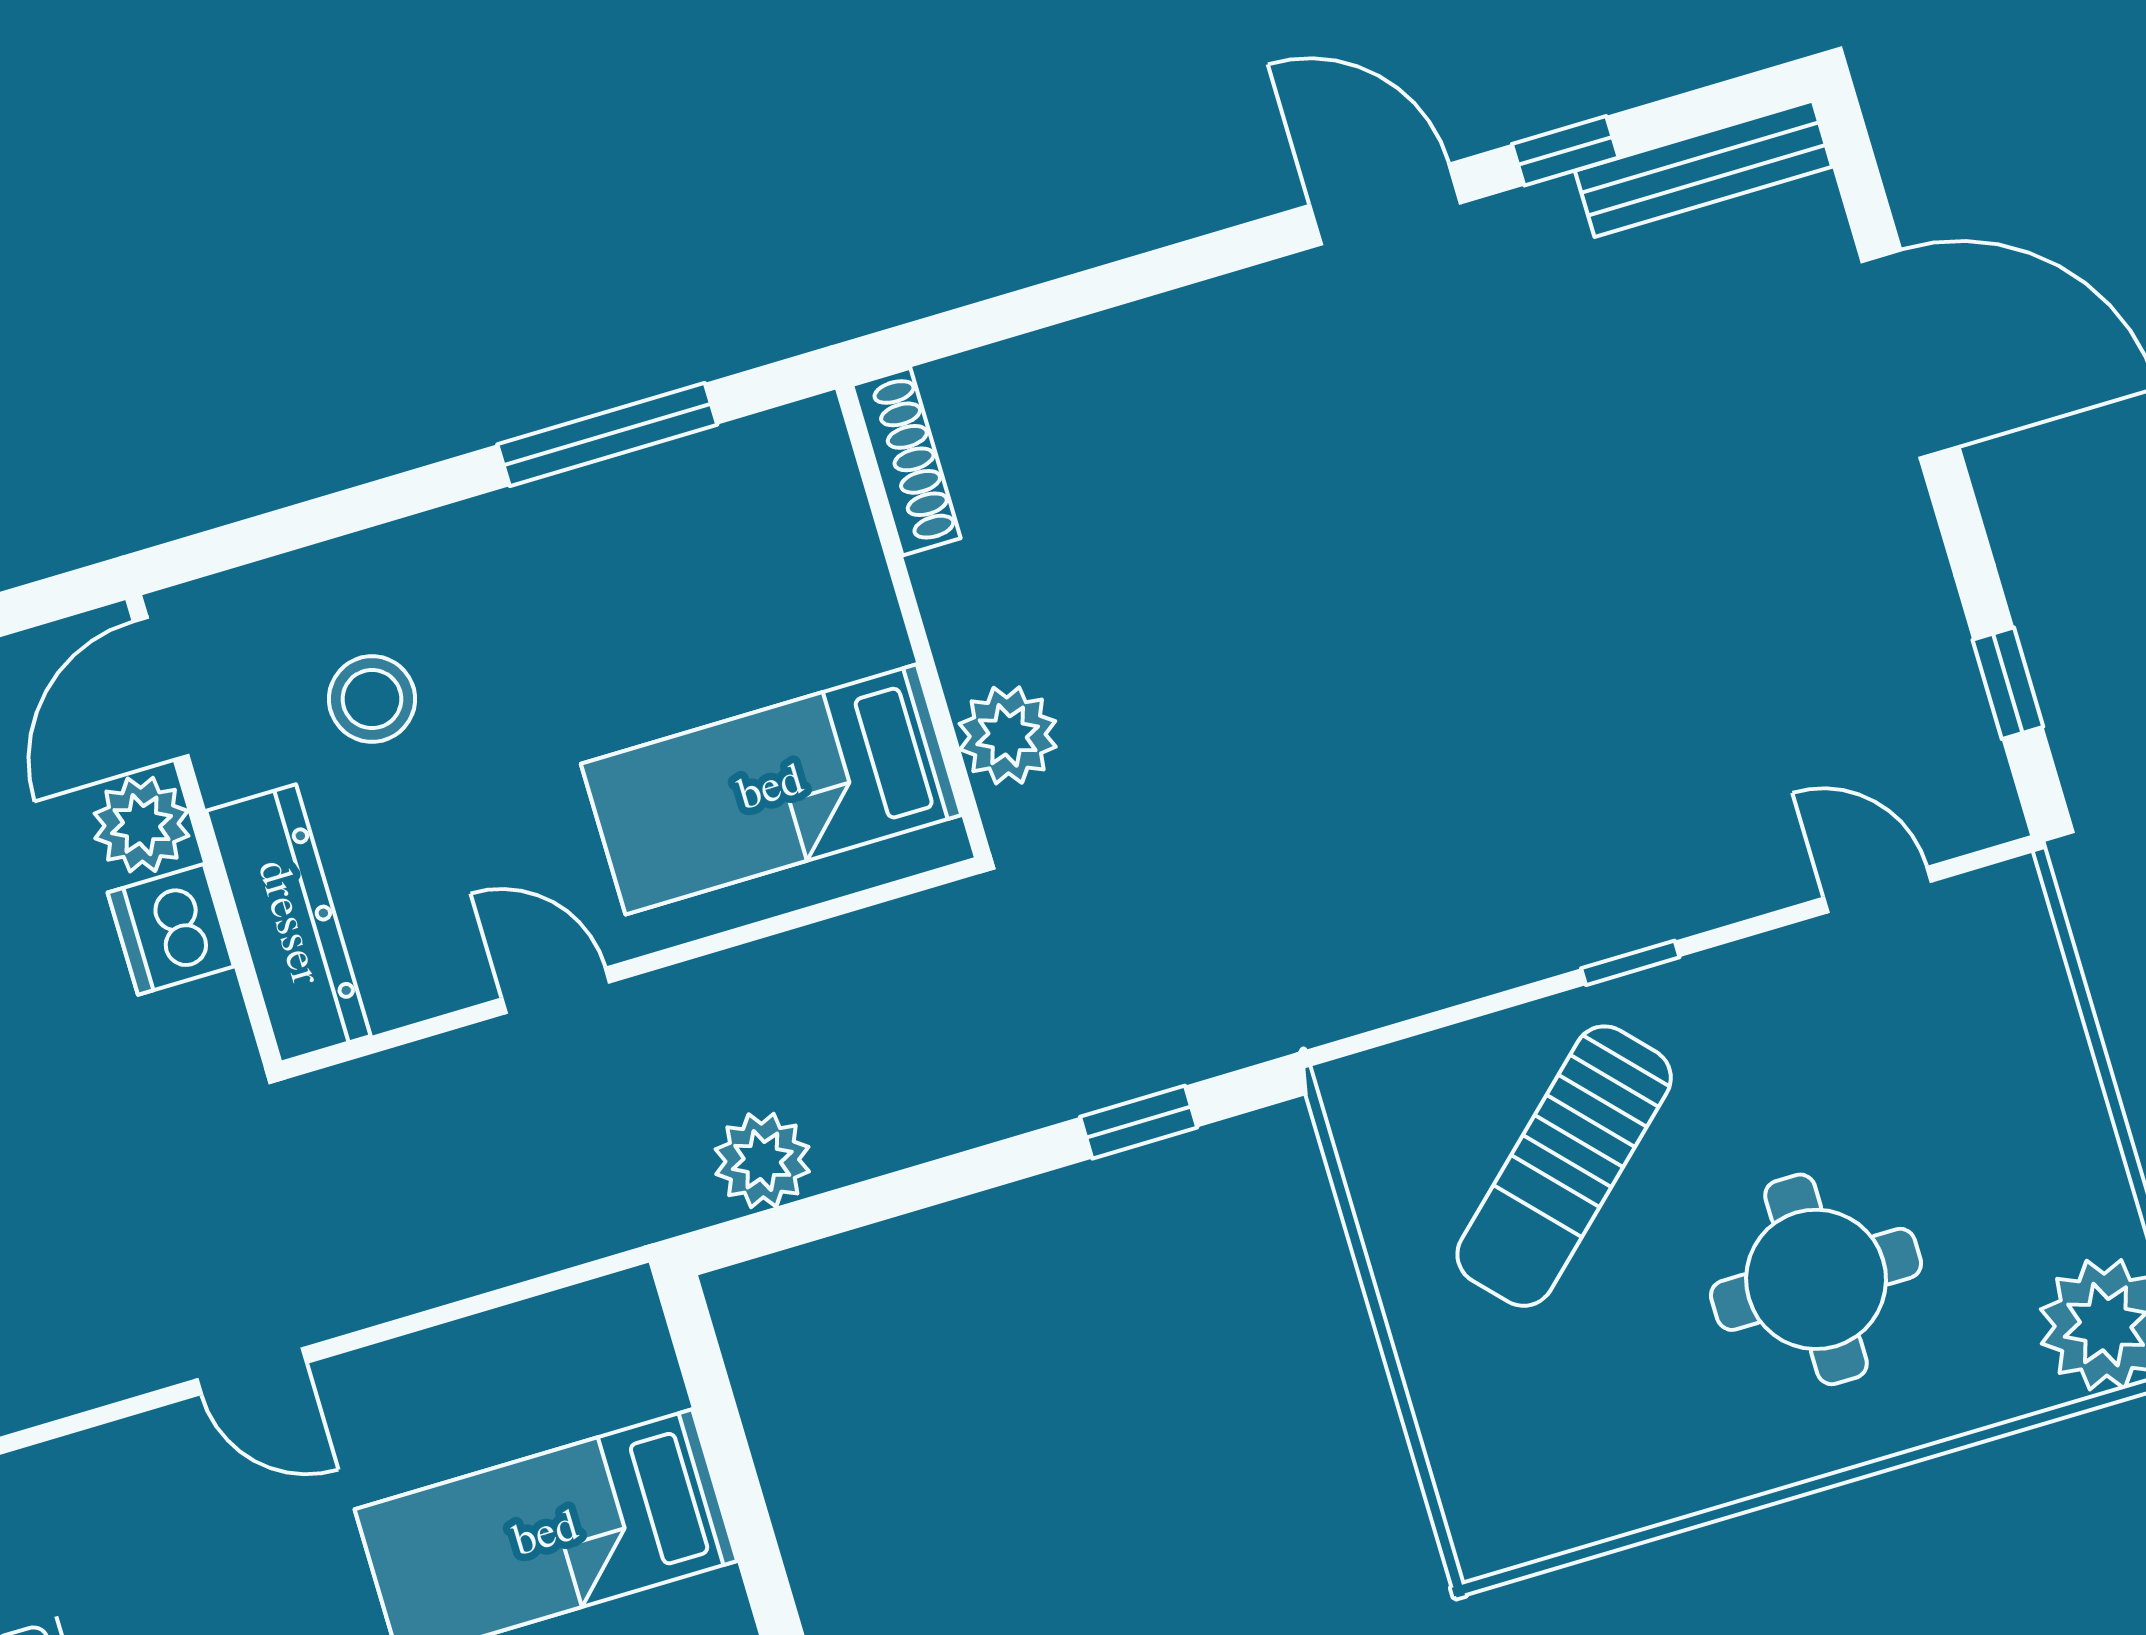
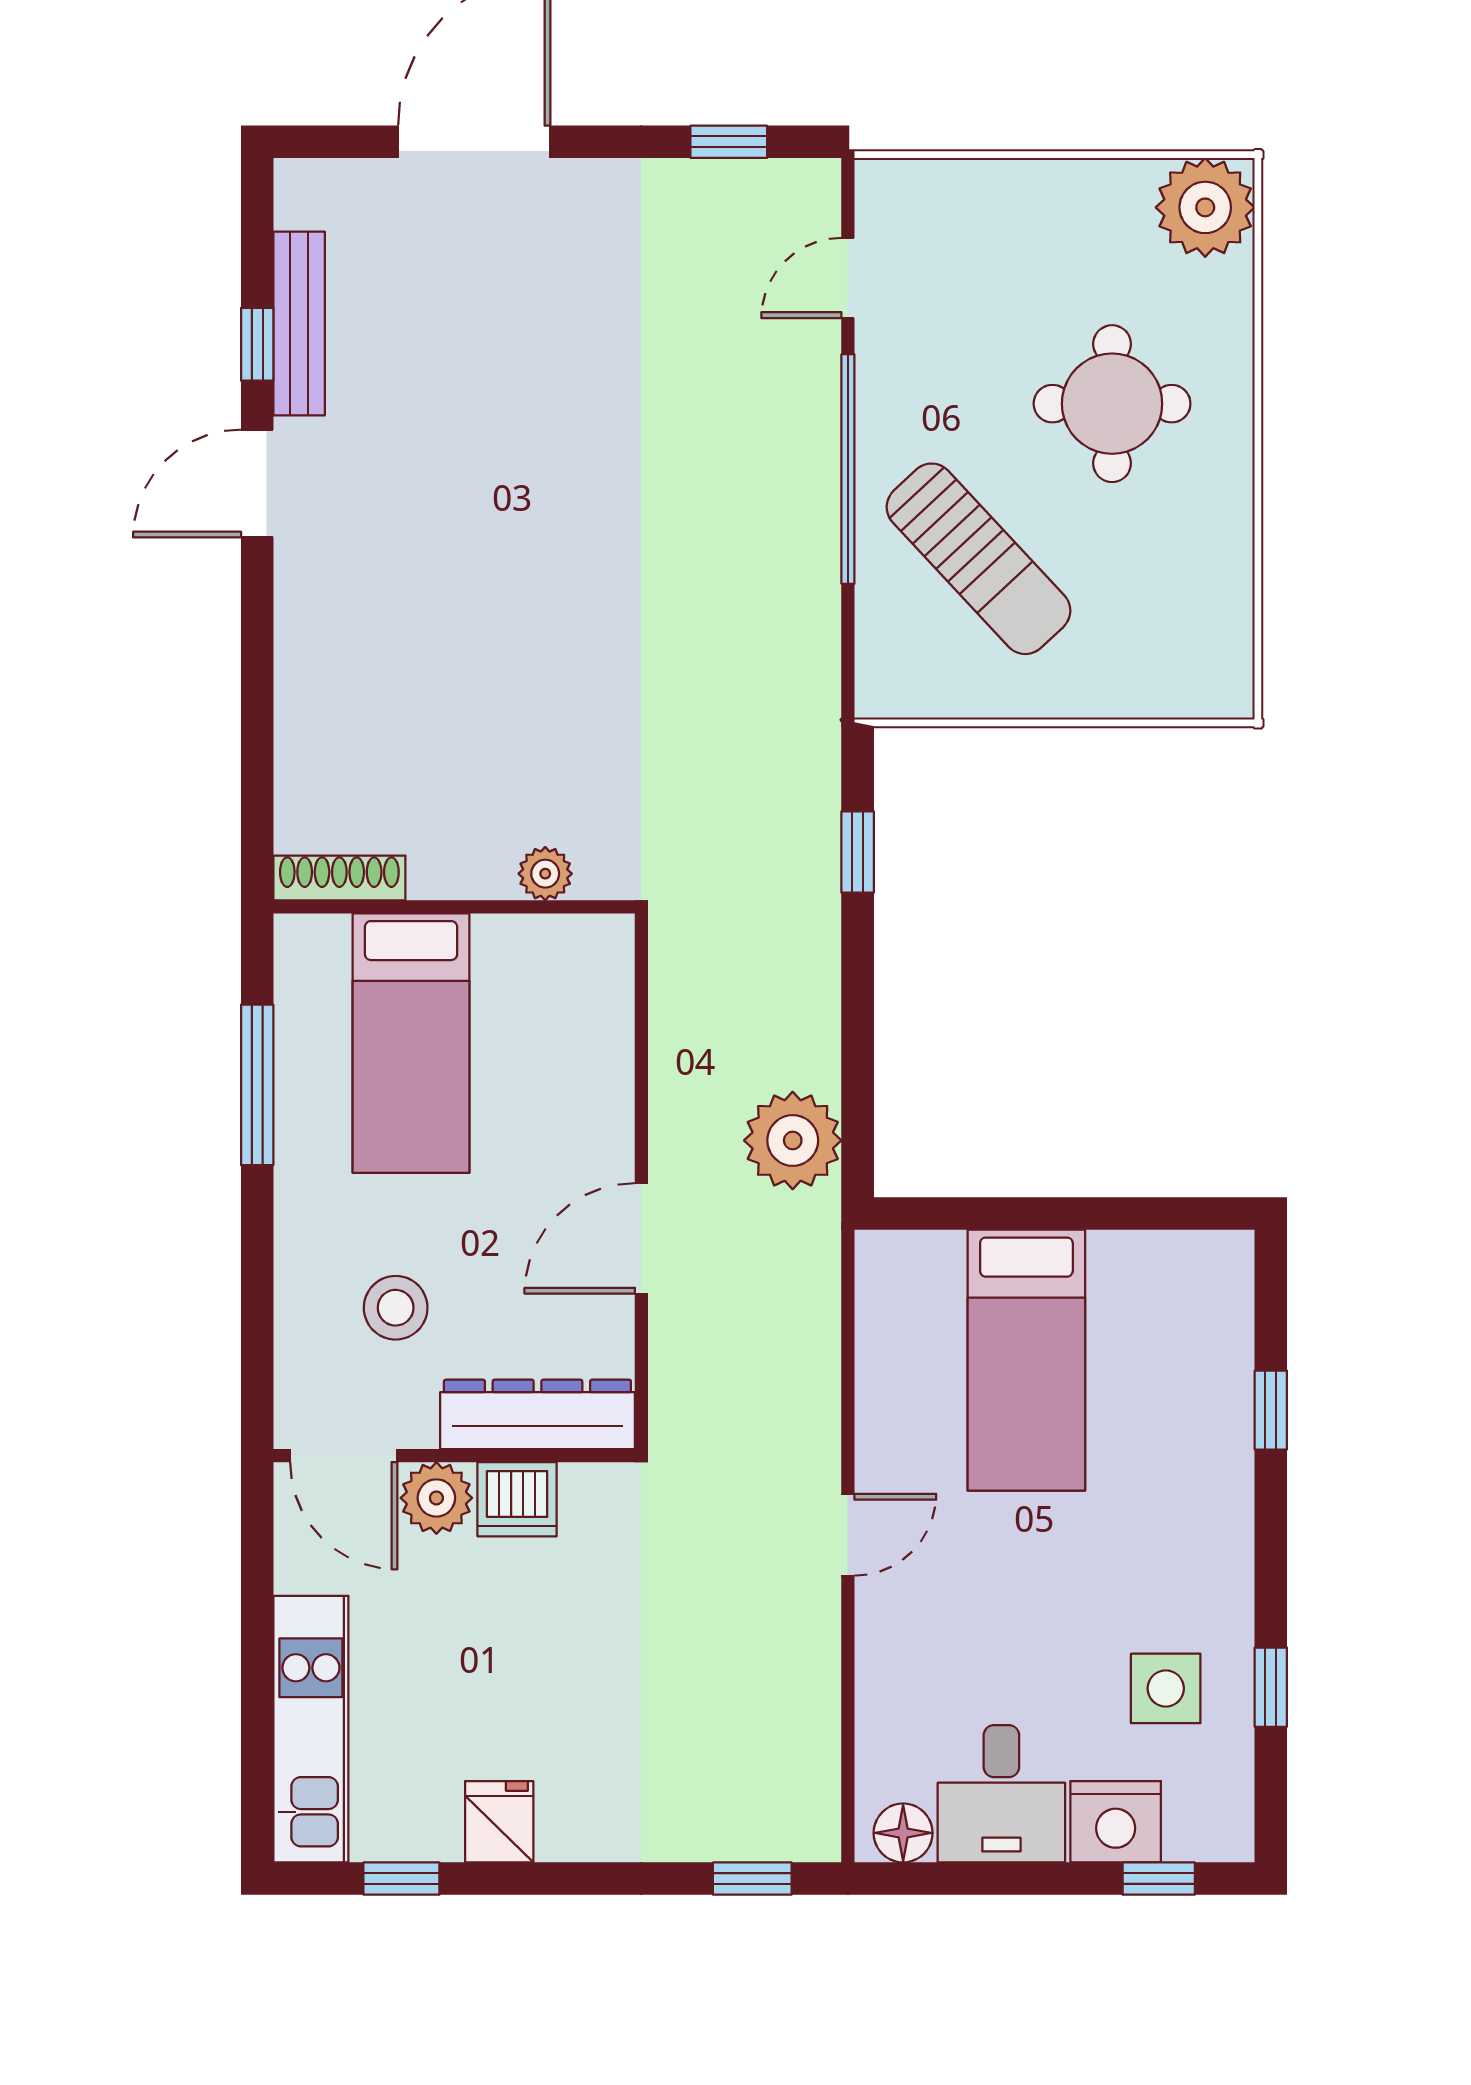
bench: (1704, 169) -> (299, 324), moved
plant: (1008, 735) -> (545, 874), width x0.73, depth x0.73
bed: (771, 789) -> (411, 1043), moved
window: (1630, 963) -> (848, 469), width x3.17
door: (556, 990) -> (641, 1238), width x1.38
plant: (762, 1160) -> (793, 1140), width x1.36, depth x1.36

